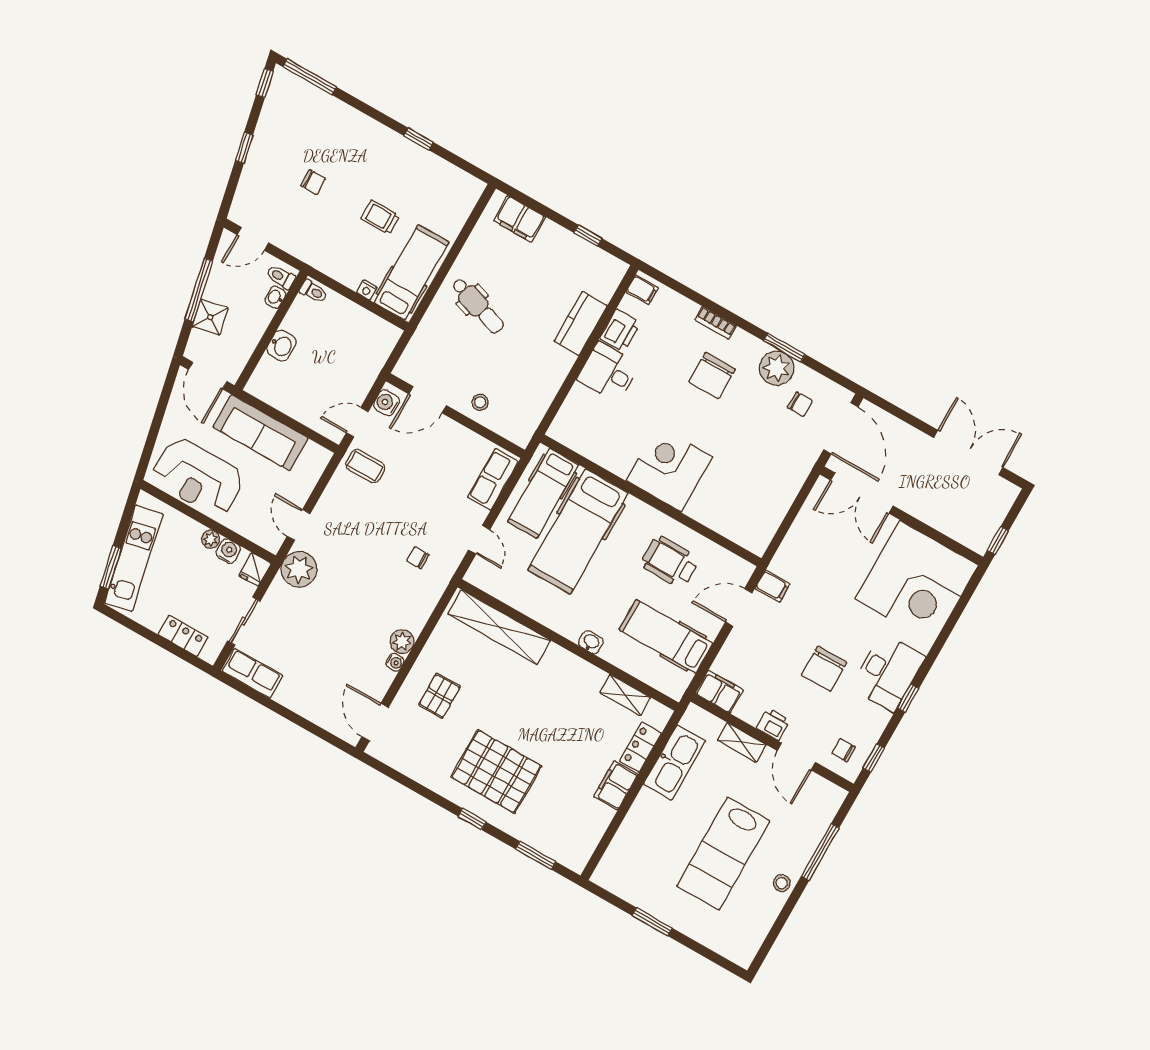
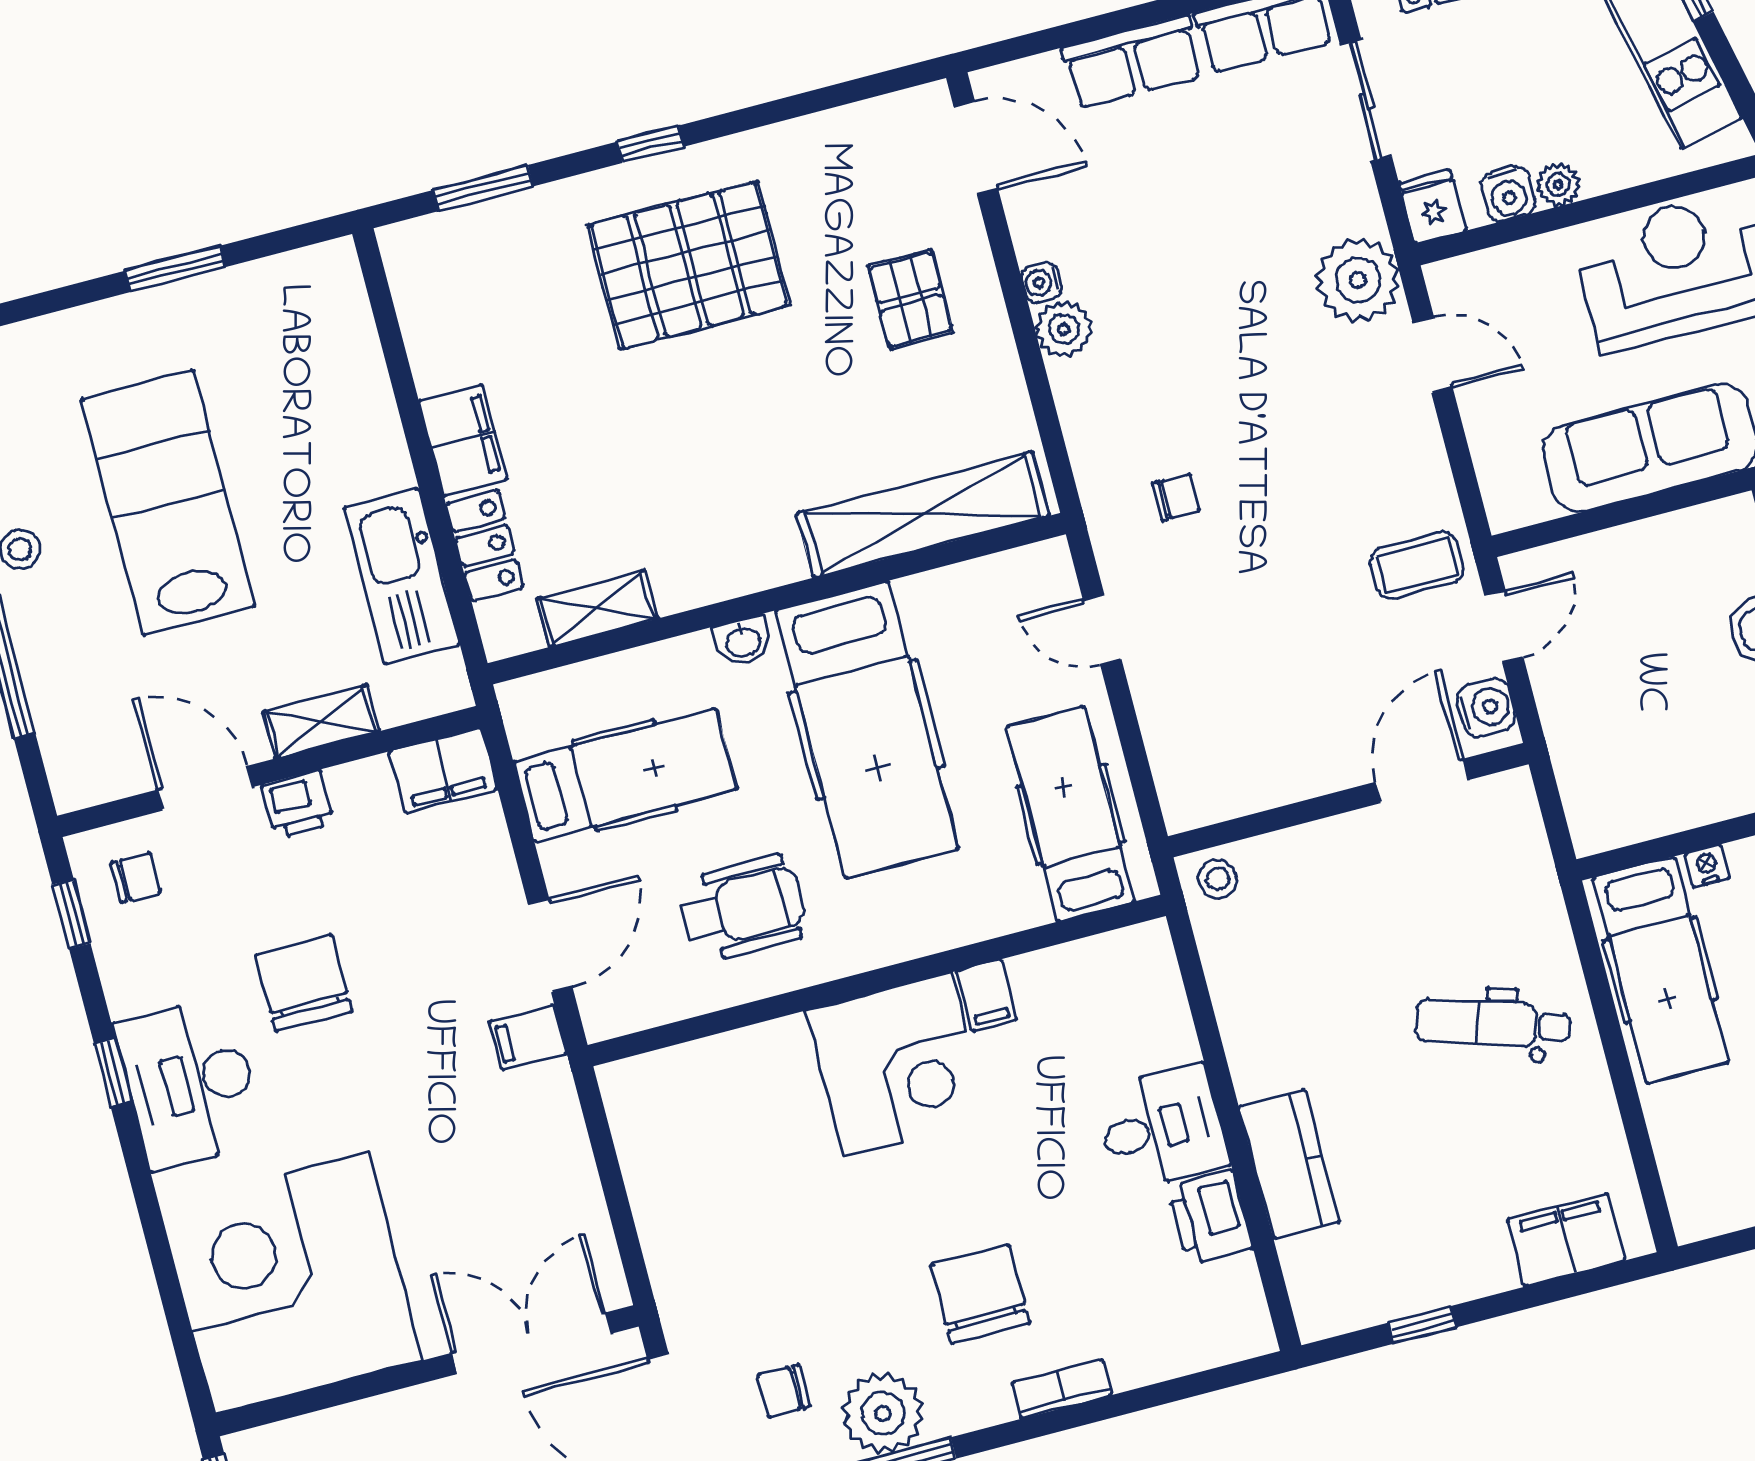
filing cabinet: (642, 290) -> (987, 995), moved, turned -90
stool: (480, 402) -> (1218, 879), moved
row of seats: (493, 479) -> (1133, 62), moved, turned 90
hospital bed: (578, 531) -> (867, 730), moved, turned 180

